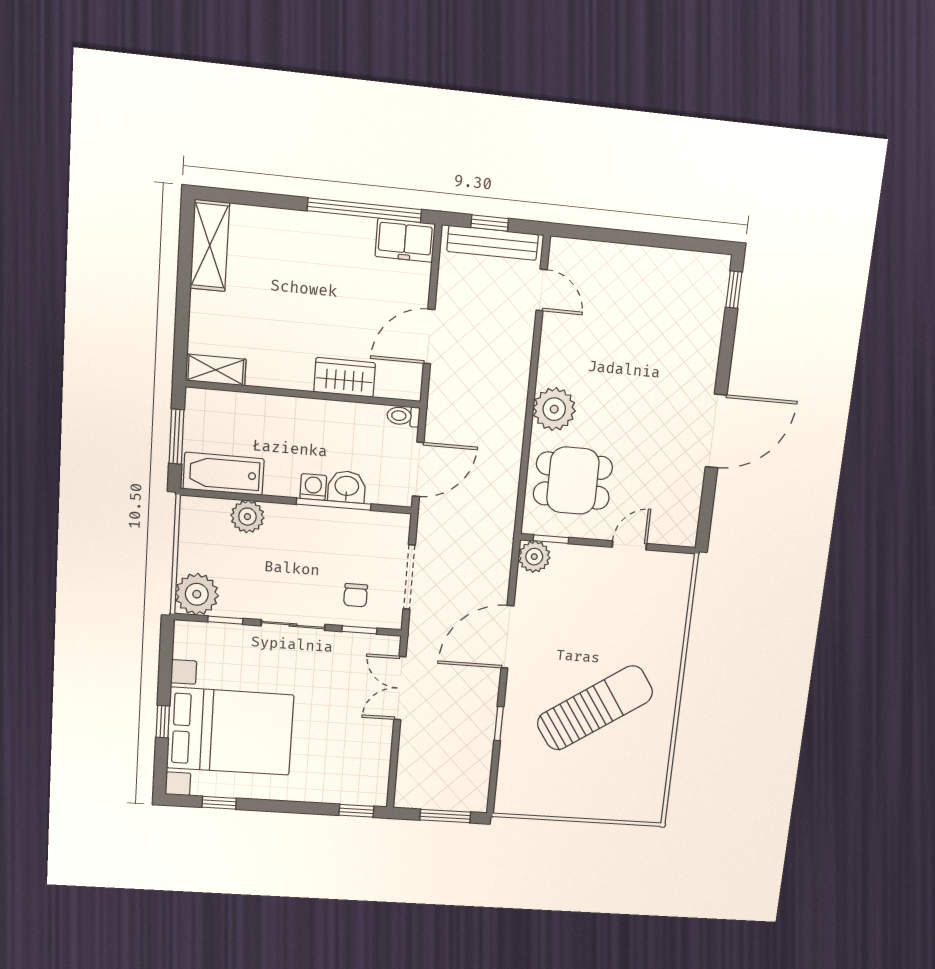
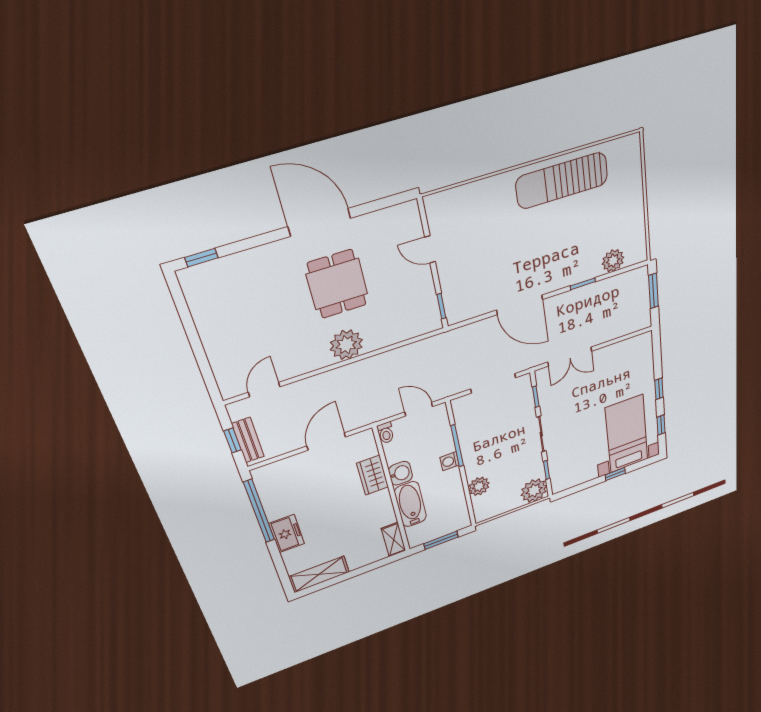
freezer: (405, 240) -> (287, 534), moved
bench: (493, 243) -> (248, 440), width x0.73
door: (429, 336) -> (326, 441), swing flipped
door: (418, 469) -> (419, 409), width x0.73
bathtub: (224, 474) -> (410, 504), moved, turned 180
dining table: (573, 481) -> (337, 284), moved
washbasin: (347, 487) -> (400, 473), moved, turned 180
plant: (534, 557) -> (613, 261), moved
chair: (356, 595) -> (513, 409), removed
sun lounger: (595, 708) -> (562, 181), moved, turned -56
bed with nightstands: (230, 731) -> (627, 434), width x0.73
window: (356, 811) -> (659, 389), moved

